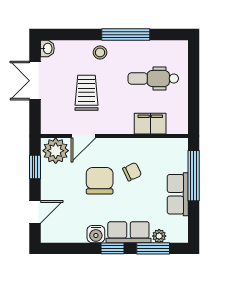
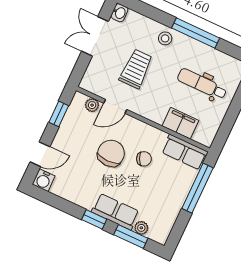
plant: (56, 151) -> (92, 105), width x0.53, depth x0.53
row of seats: (178, 194) -> (185, 152), moved, turned -90
water cooler: (96, 234) -> (44, 180), moved

